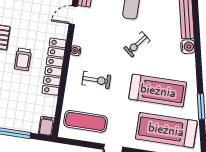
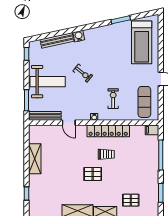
treadmill: (158, 91) -> (114, 53), removed

